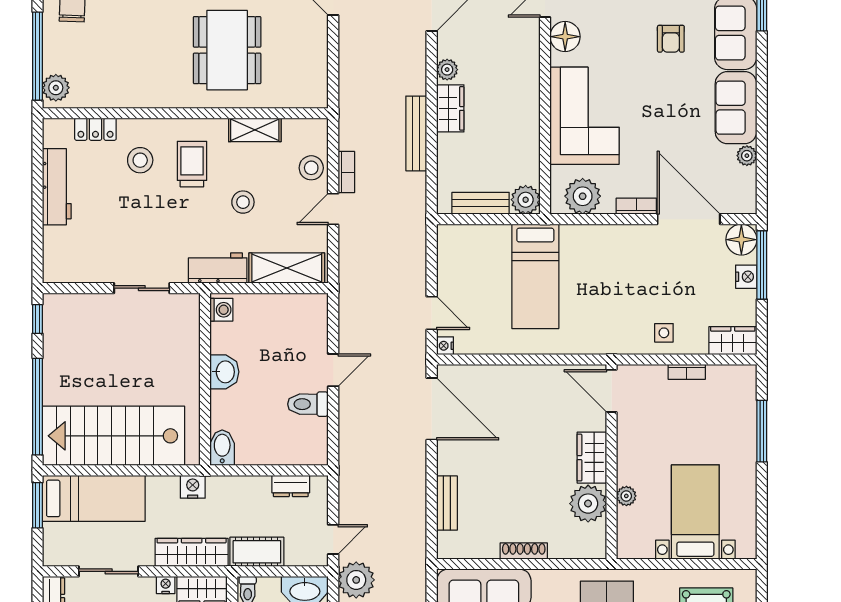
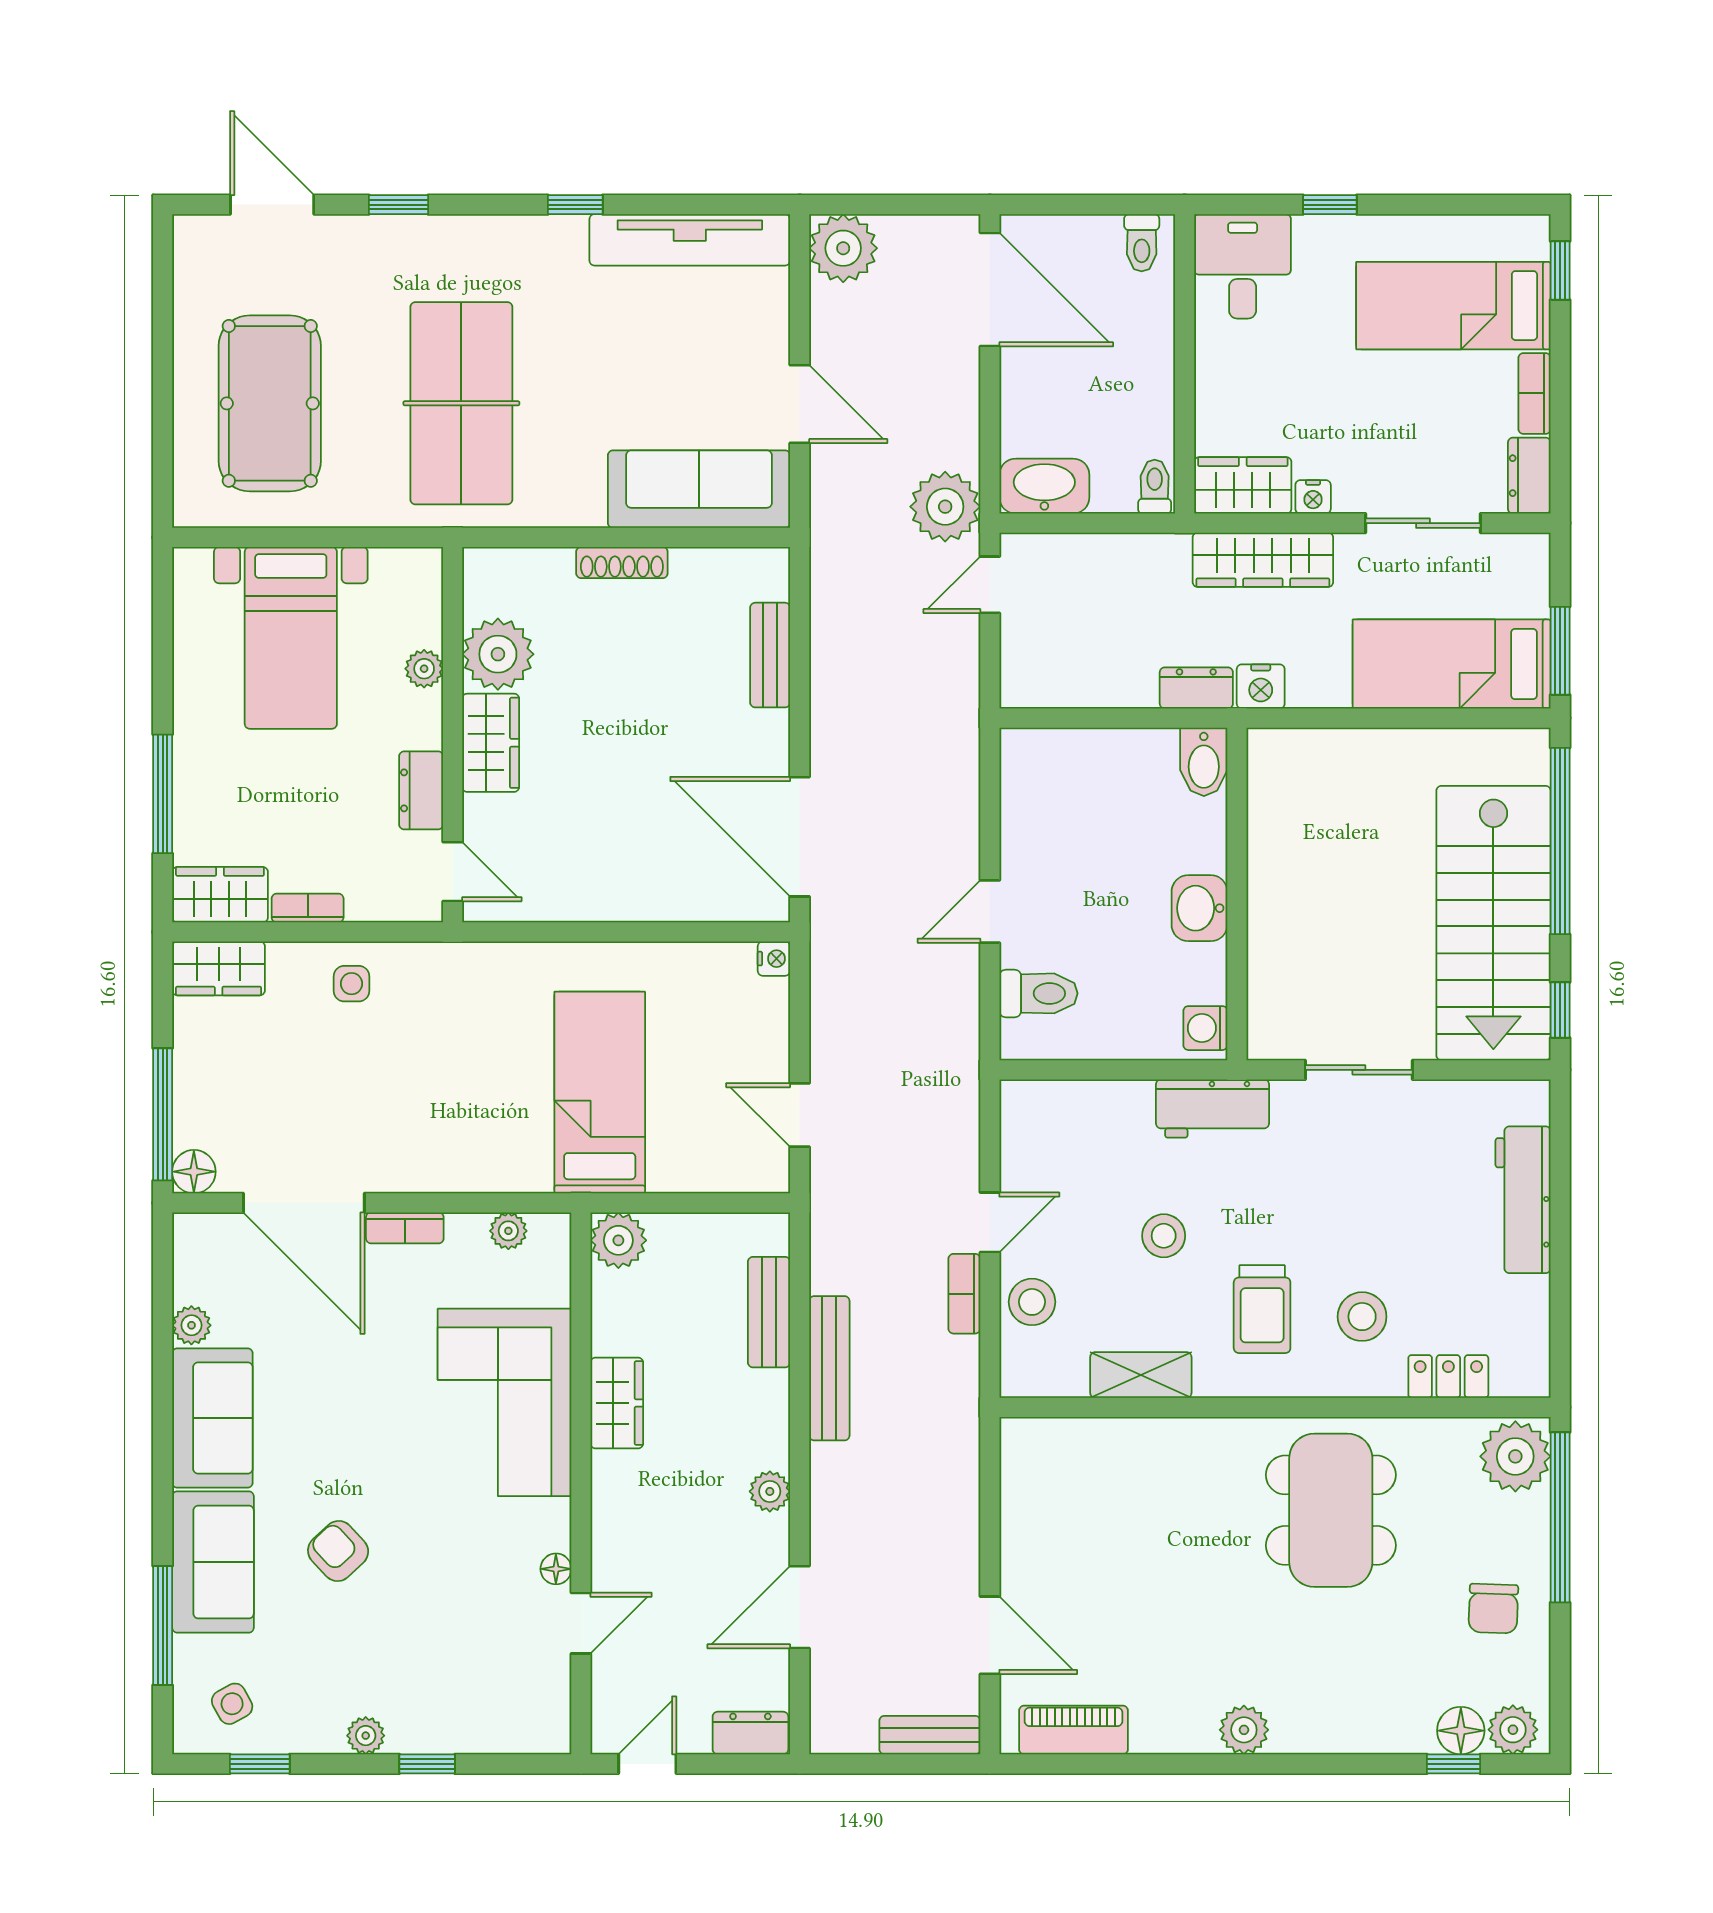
floor lamp: (565, 37) -> (556, 1569), width x0.53, depth x0.53
armchair: (671, 39) -> (338, 1551), turned -43
dining table: (227, 50) -> (1331, 1510), moved
plant: (56, 88) -> (1515, 1456), width x1.36, depth x1.36
wardrobe: (450, 108) -> (617, 1403), moved, turned 180
workbench: (57, 187) -> (1523, 1200), moved
plant: (583, 196) -> (508, 1231), width x0.53, depth x0.53
bench: (481, 203) -> (769, 1312), moved, turned 90
floor lamp: (741, 240) -> (194, 1172), width x0.73, depth x0.73
shelving: (287, 268) -> (1079, 1108), removed
nightstand: (746, 277) -> (193, 1092), removed
door: (432, 313) -> (800, 1115), moved
wardrobe: (732, 379) -> (220, 895), added
door: (611, 391) -> (453, 872), width x0.73
toilet: (308, 404) -> (1038, 993), moved
dresser: (628, 433) -> (421, 790), added
stairs: (114, 436) -> (1493, 923), moved, turned 90
dresser: (291, 486) -> (1196, 688), moved
cot: (257, 552) -> (1137, 561), removed

